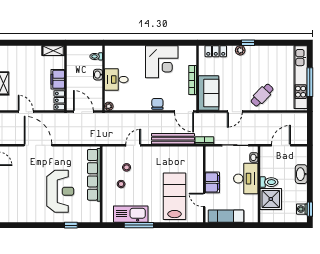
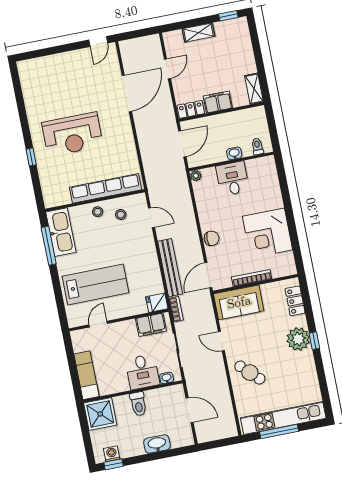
plant: (240, 50) -> (298, 339), width x1.87, depth x1.87
fridge: (197, 154) -> (157, 303), added
row of seats: (94, 175) -> (105, 188), moved
desk: (246, 179) -> (142, 372), width x0.73
filing cabinet: (212, 182) -> (151, 325), moved
wall: (101, 184) -> (95, 201), moved
shower: (271, 199) -> (100, 414), moved
exam couch: (226, 216) -> (86, 375), moved

